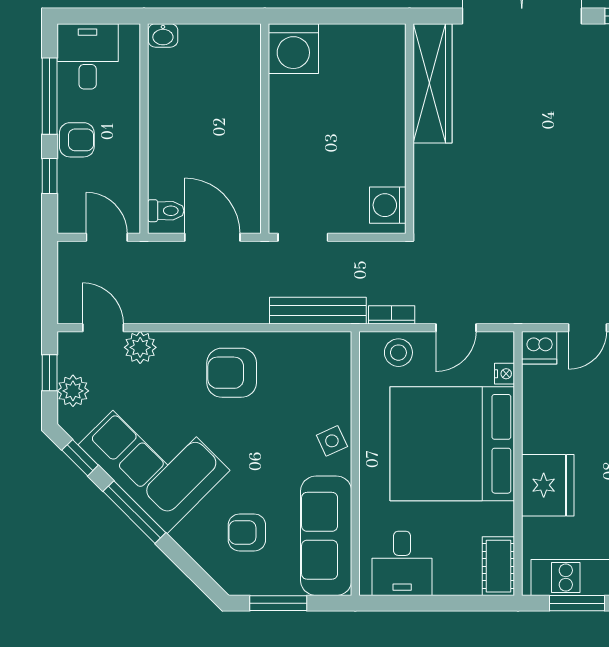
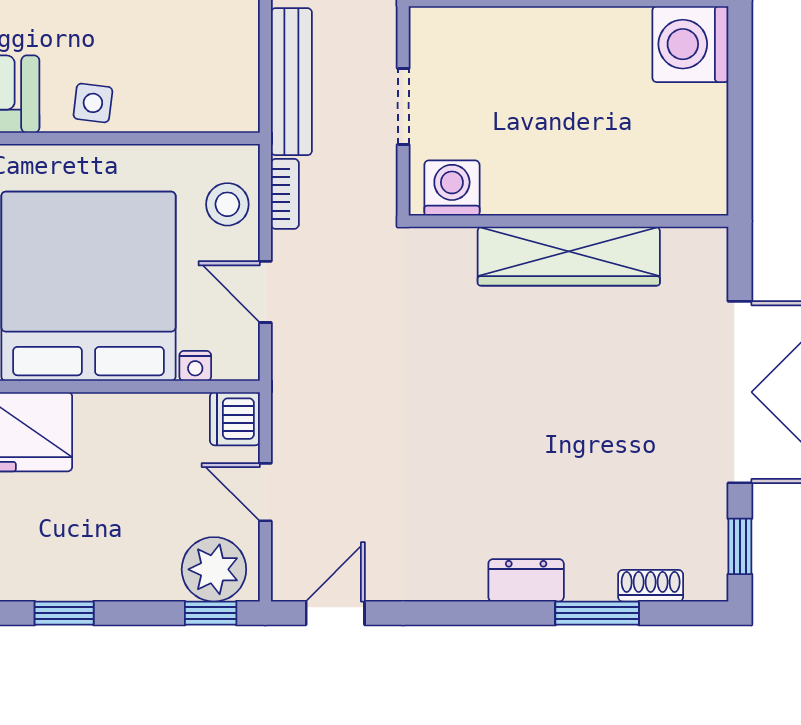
wardrobe: (432, 83) -> (569, 256), moved
doorway: (303, 237) -> (403, 106), moved
side table: (332, 441) -> (93, 103), turned 32

